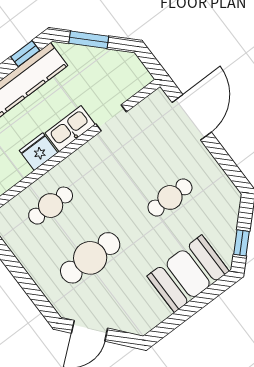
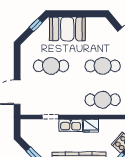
cafe table: (170, 197) -> (51, 66), width x1.37, depth x1.35
cafe table: (51, 206) -> (103, 100), width x1.37, depth x1.35

